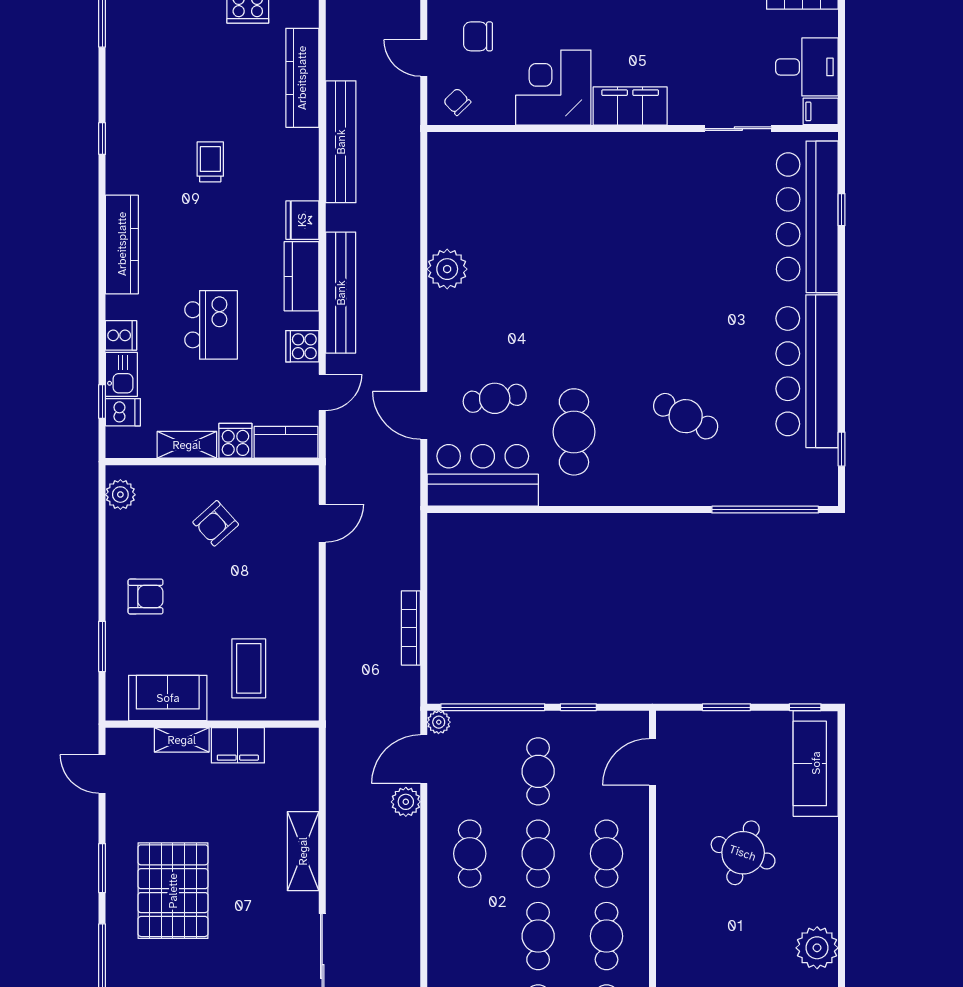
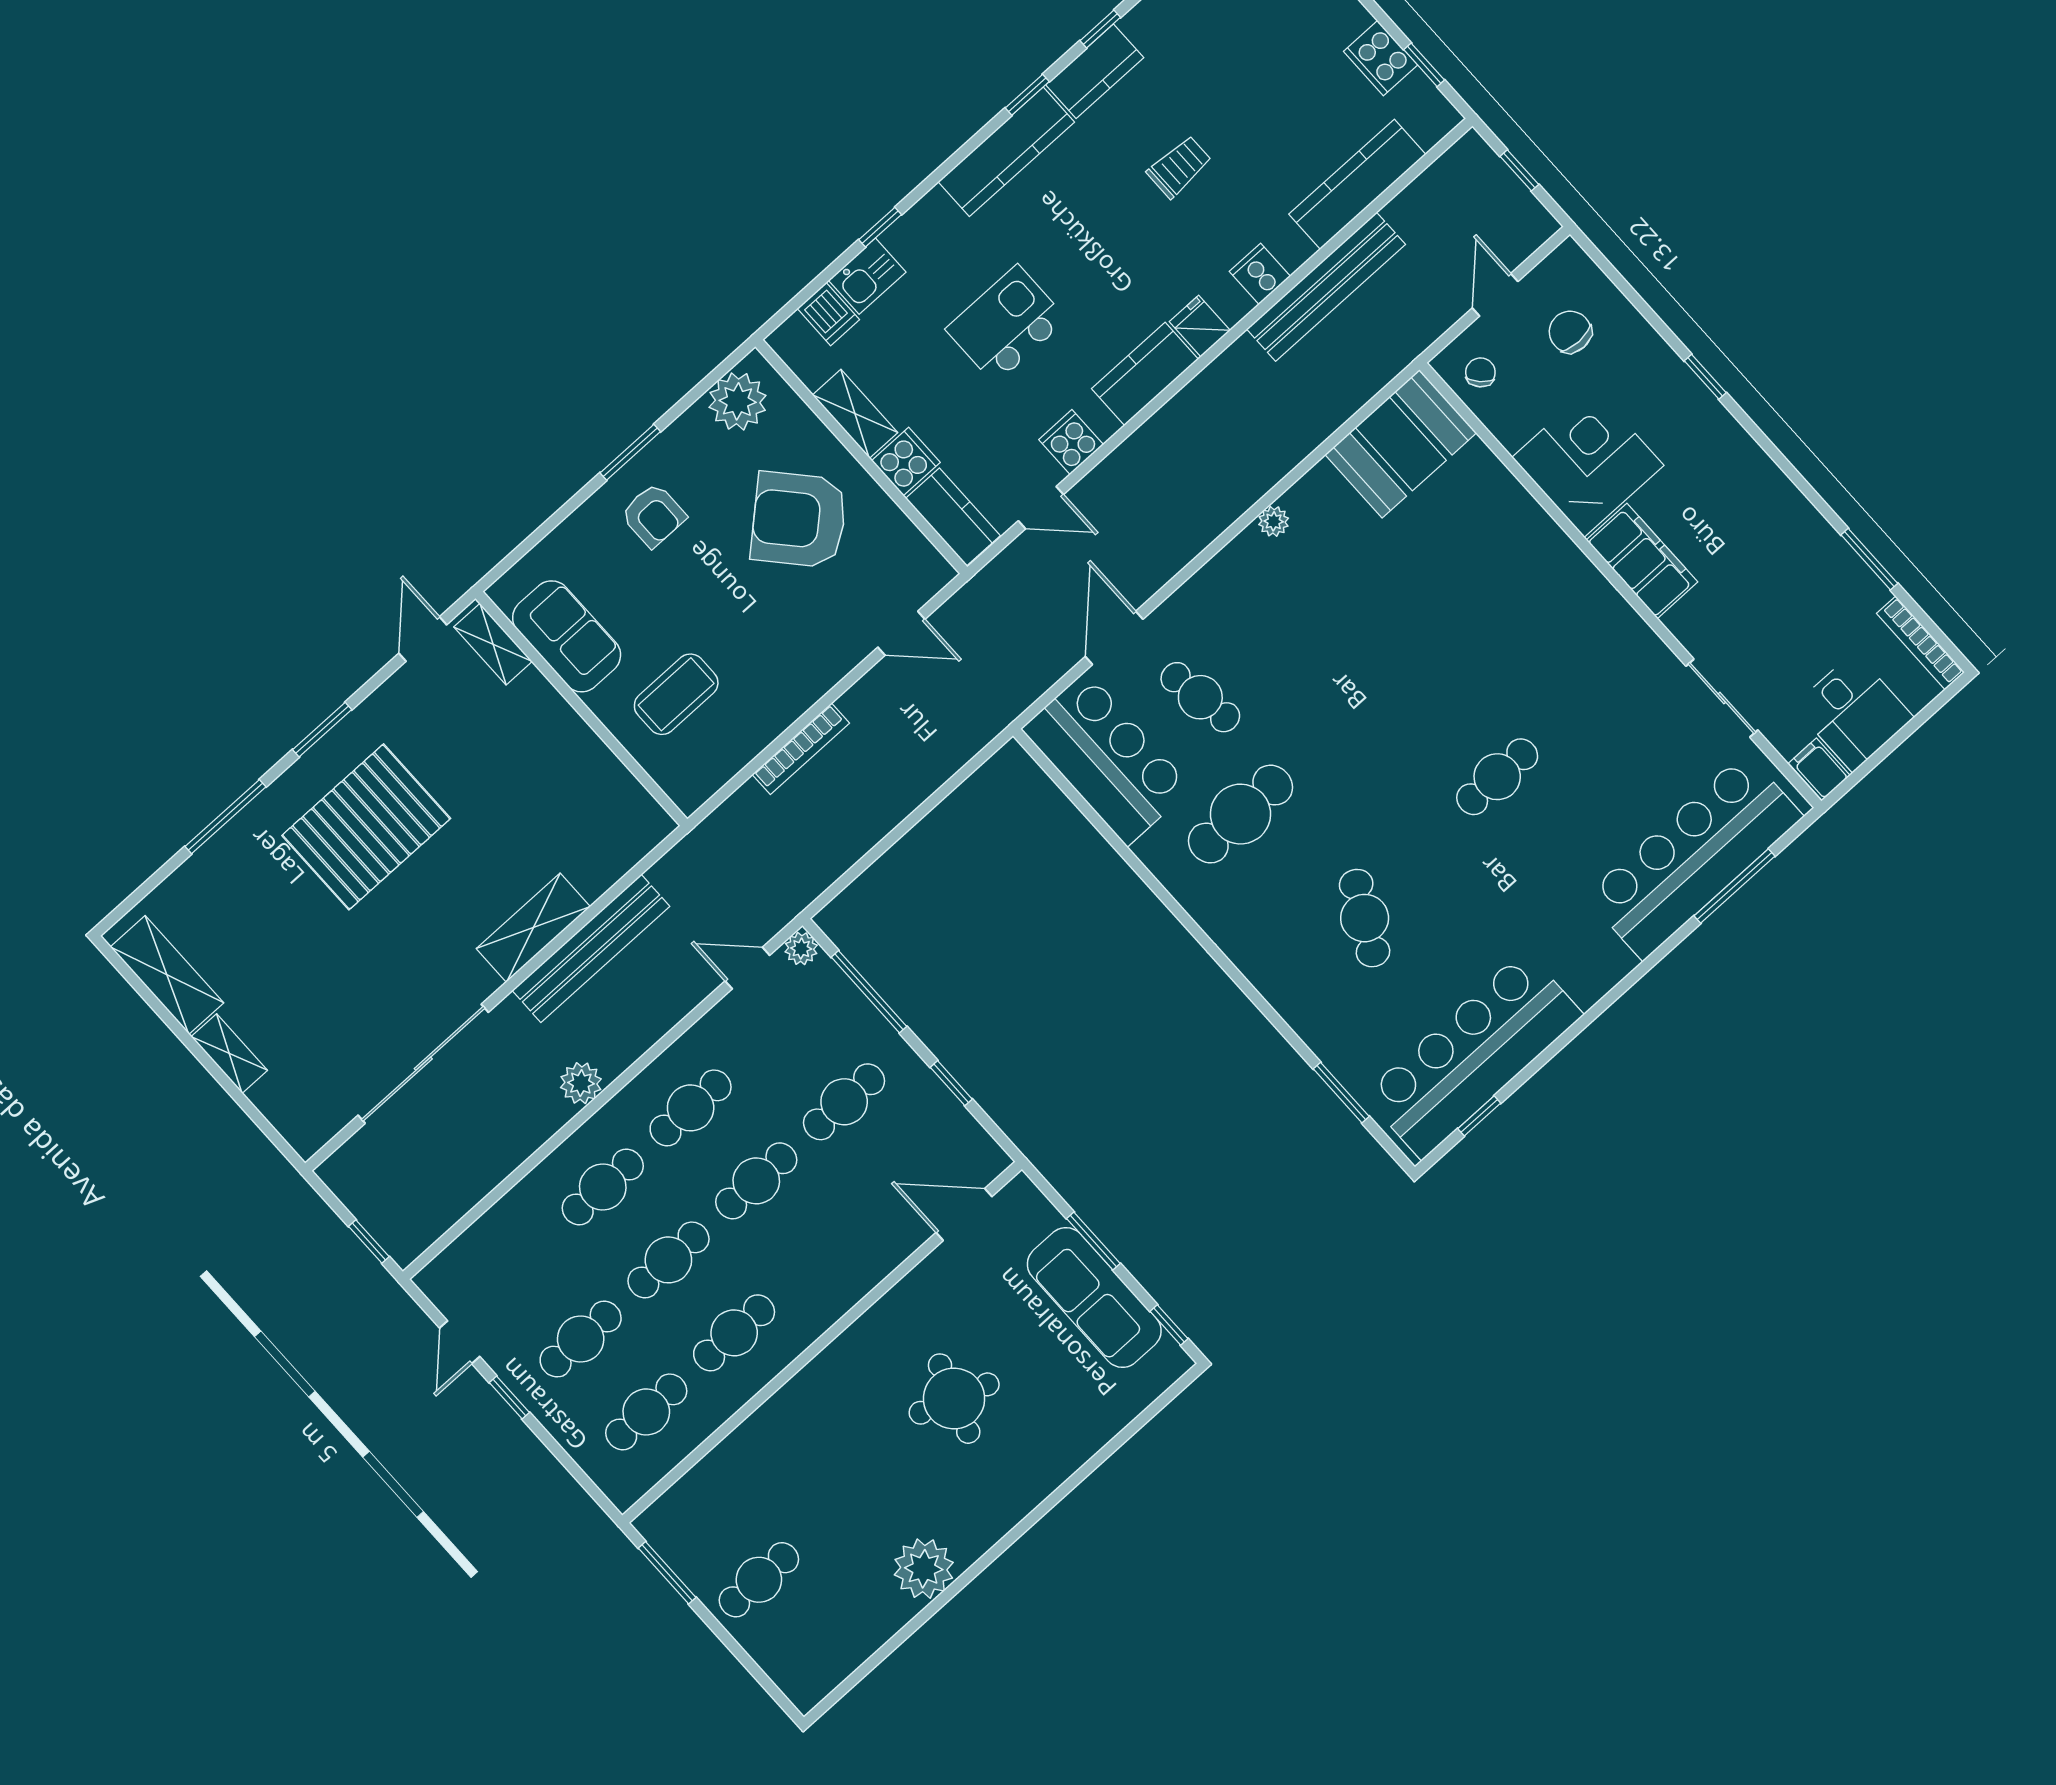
kitchen counter: (121, 161) -> (1095, 71), added
booth: (457, 176) -> (1401, 444), added
window: (102, 207) -> (1027, 95), added
window: (842, 210) -> (1735, 886), width x2.17
fridge: (302, 220) -> (1200, 326), width x0.72
plant: (447, 269) -> (1274, 521), width x0.53, depth x0.53
cafe table: (674, 282) -> (1497, 777), added
bench: (341, 293) -> (591, 948), moved
kitchen island: (211, 325) -> (1006, 324), turned 180
cooker: (121, 335) -> (1260, 274), moved, turned 180
bar counter: (807, 371) -> (1473, 1055), moved
window: (102, 401) -> (880, 227), moved
plant: (120, 495) -> (738, 401), width x1.36, depth x1.36
window: (765, 510) -> (1341, 1093), width x0.47
armchair: (216, 523) -> (799, 520), width x1.88, depth x1.88
bookcase: (411, 628) -> (801, 749), moved, turned 180
window: (102, 646) -> (630, 452), moved
window: (493, 707) -> (869, 992), width x0.68
shelving: (182, 740) -> (493, 644), moved
filing cabinet: (238, 745) -> (584, 756), removed
door: (424, 759) -> (747, 968), width x0.73
sofa: (816, 763) -> (1094, 1297), moved, turned -90
plant: (406, 802) -> (581, 1083), moved
cafe table: (606, 854) -> (603, 1187), moved

